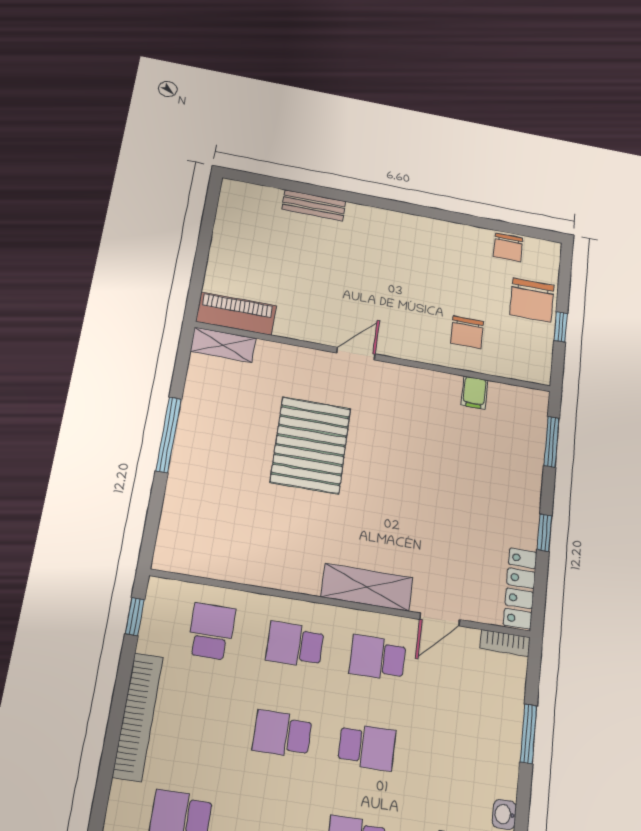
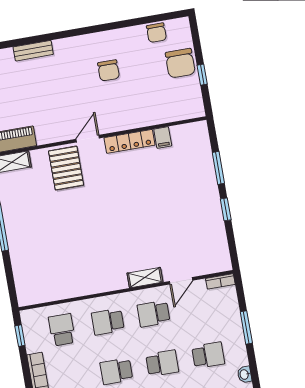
chair: (467, 332) -> (109, 70), moved
window: (552, 442) -> (218, 168), moved
pallet: (311, 445) -> (66, 168), moved, width x0.73, depth x0.71
shelving: (367, 587) -> (145, 278), width x0.67, depth x0.75
locker: (520, 588) -> (130, 141), moved, turned -90
school desk: (450, 760) -> (208, 355), added

